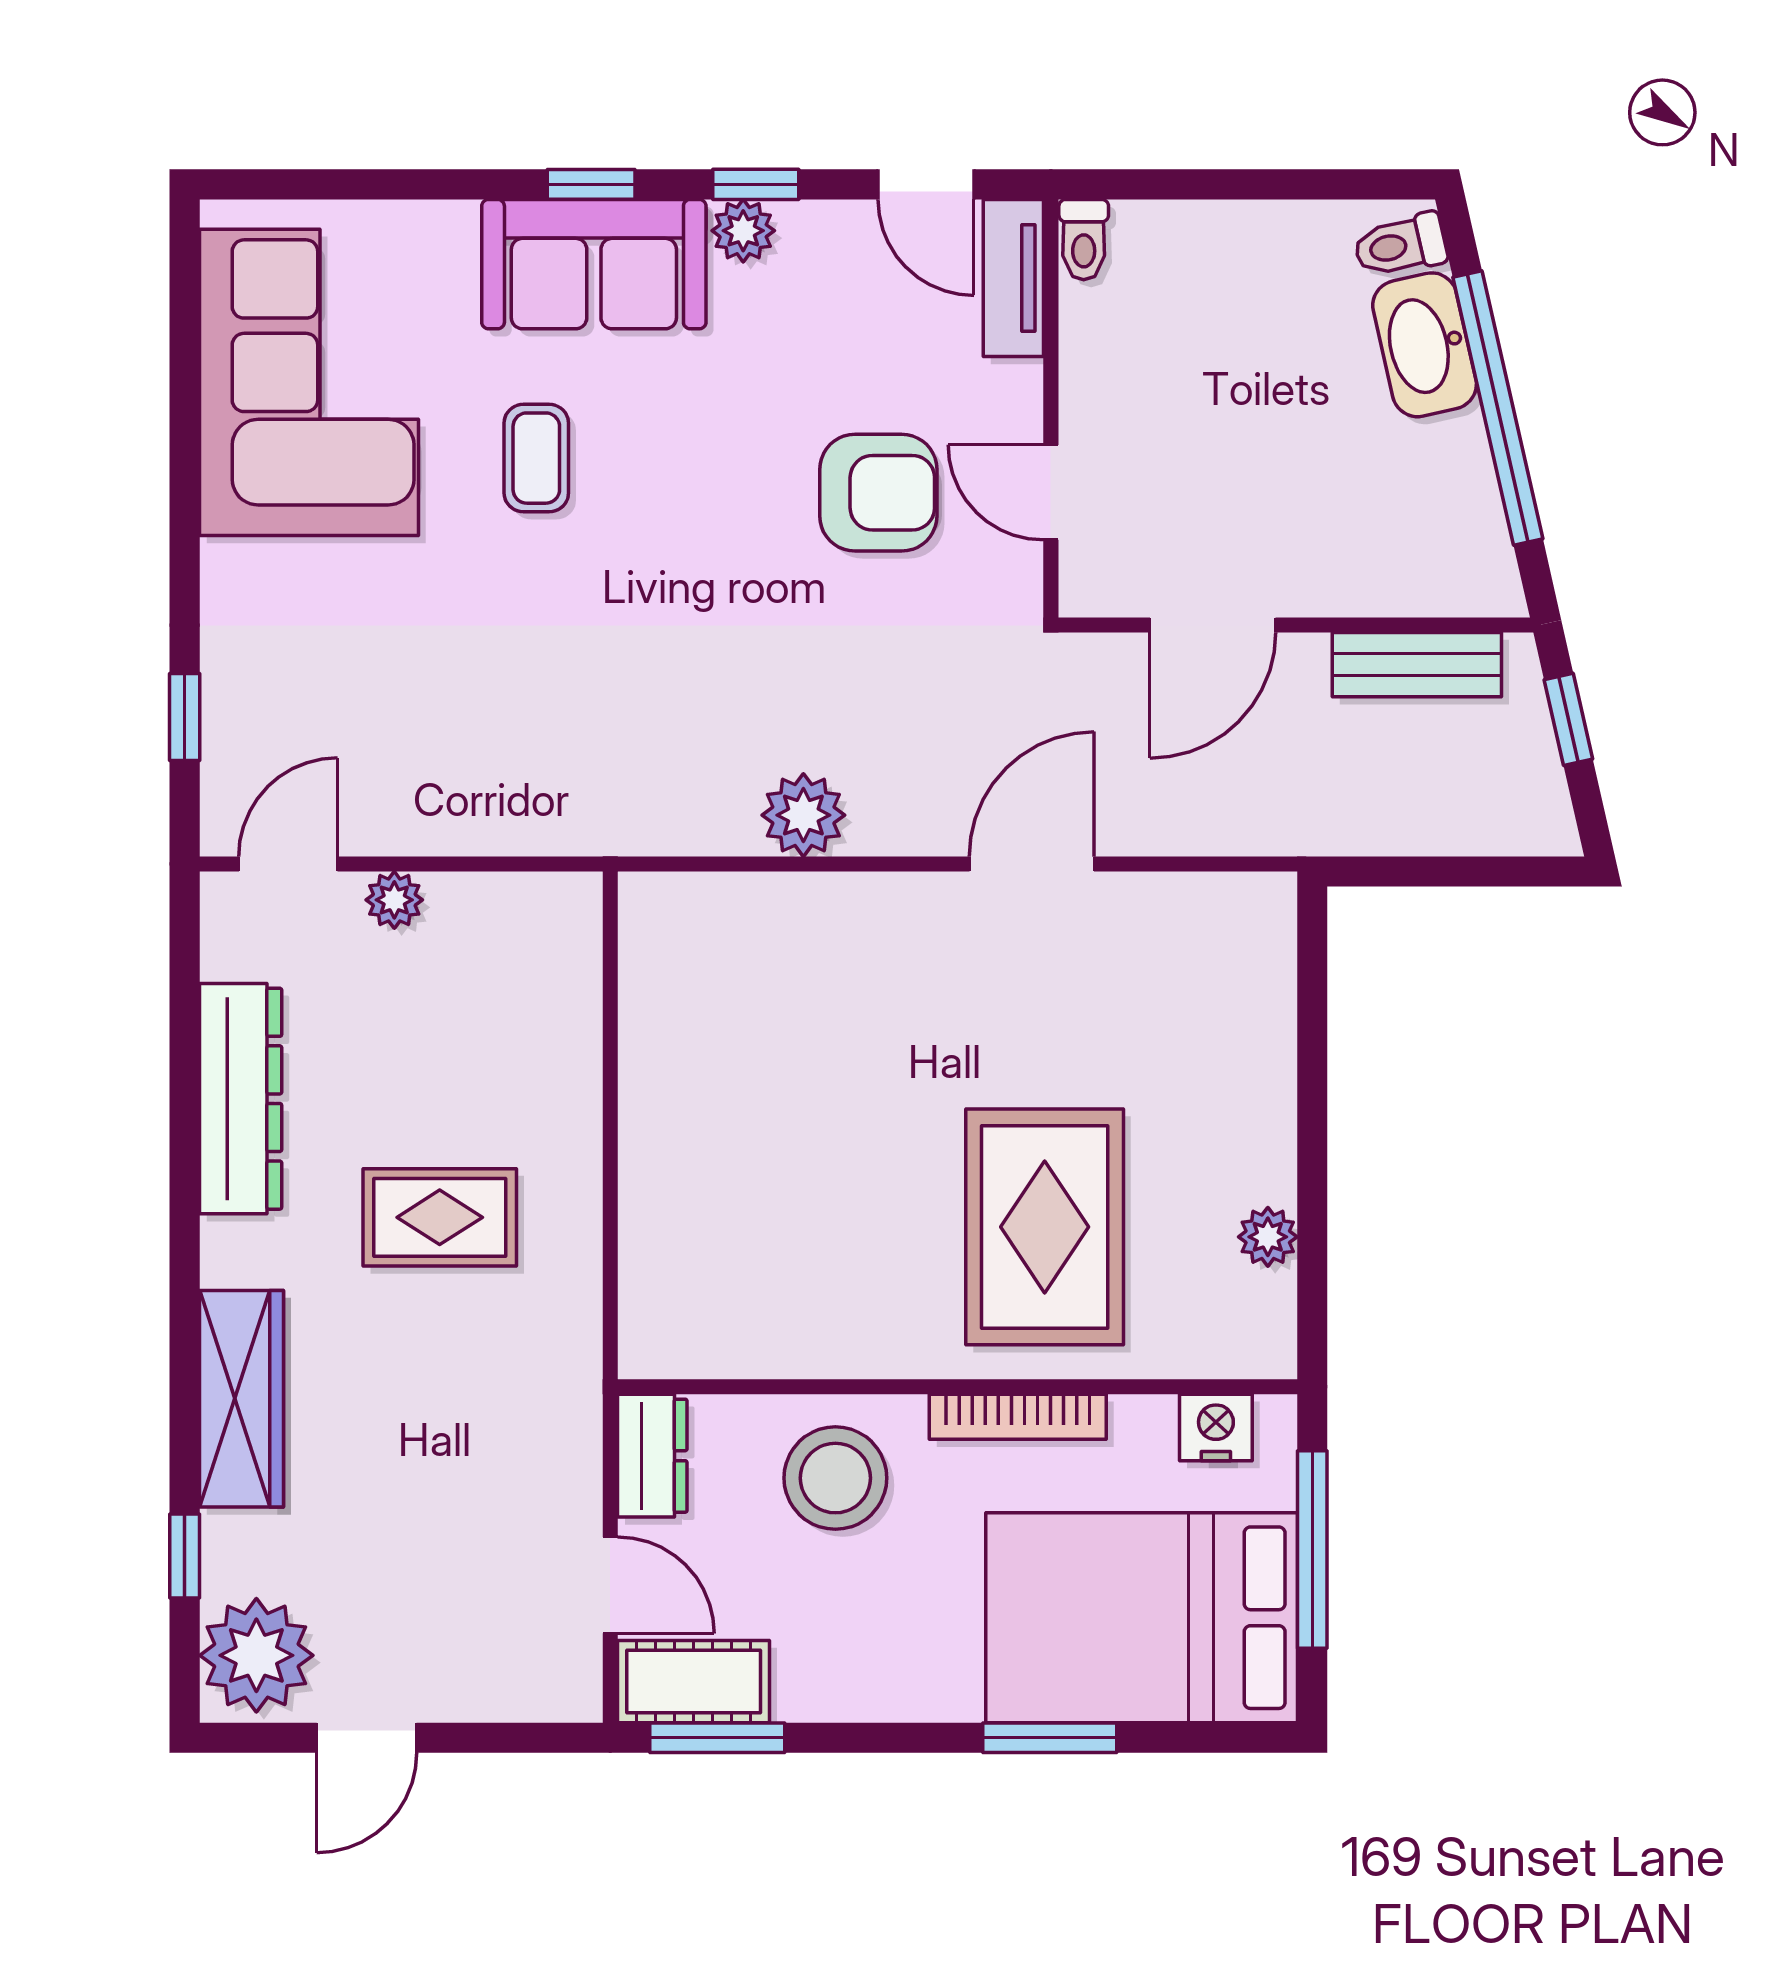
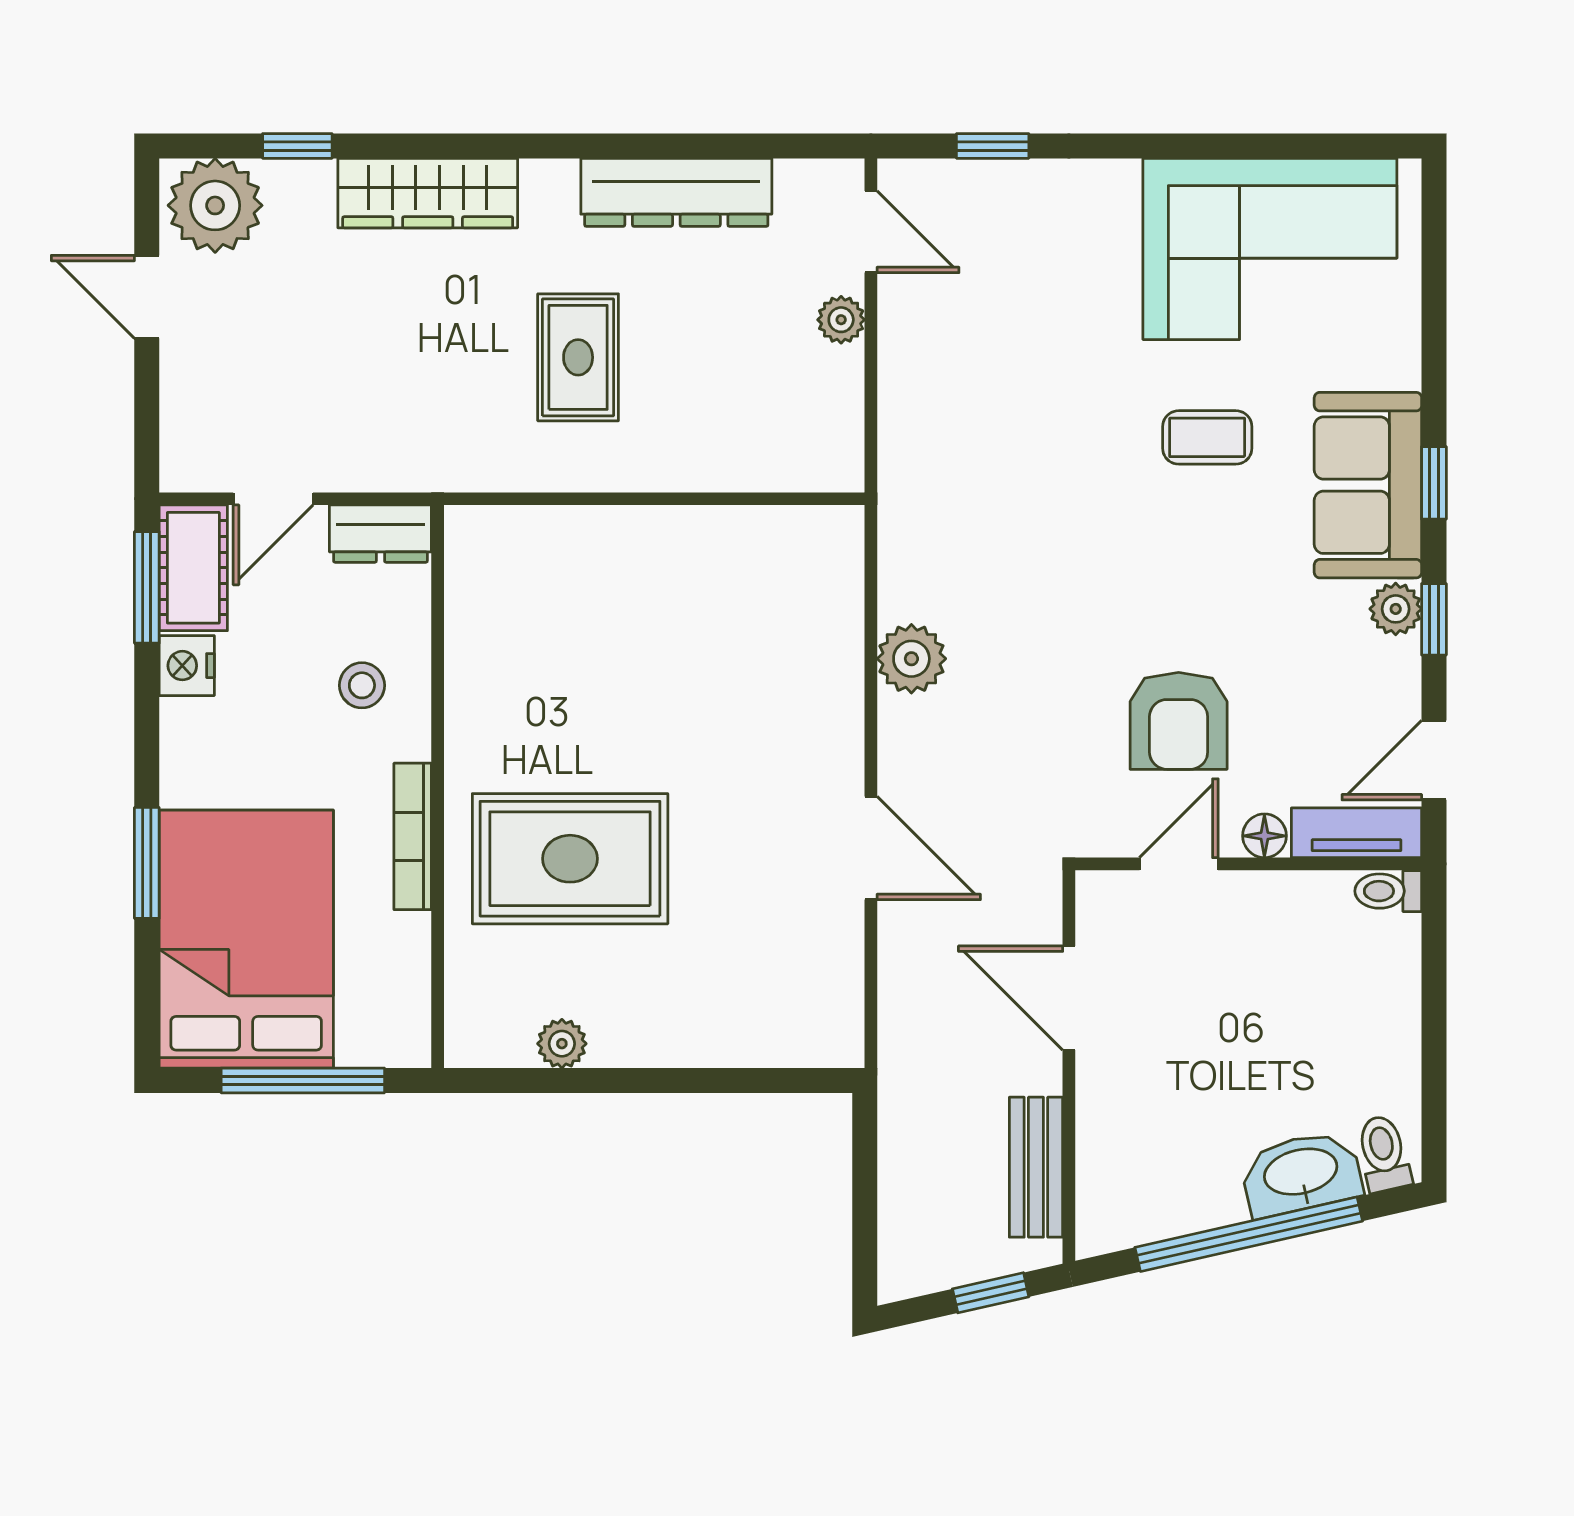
floor lamp: (1017, 389) -> (1264, 836), added
nightstand: (1216, 1427) -> (187, 666), moved, turned 180
stool: (835, 1478) -> (362, 685), width x0.53, depth x0.53

